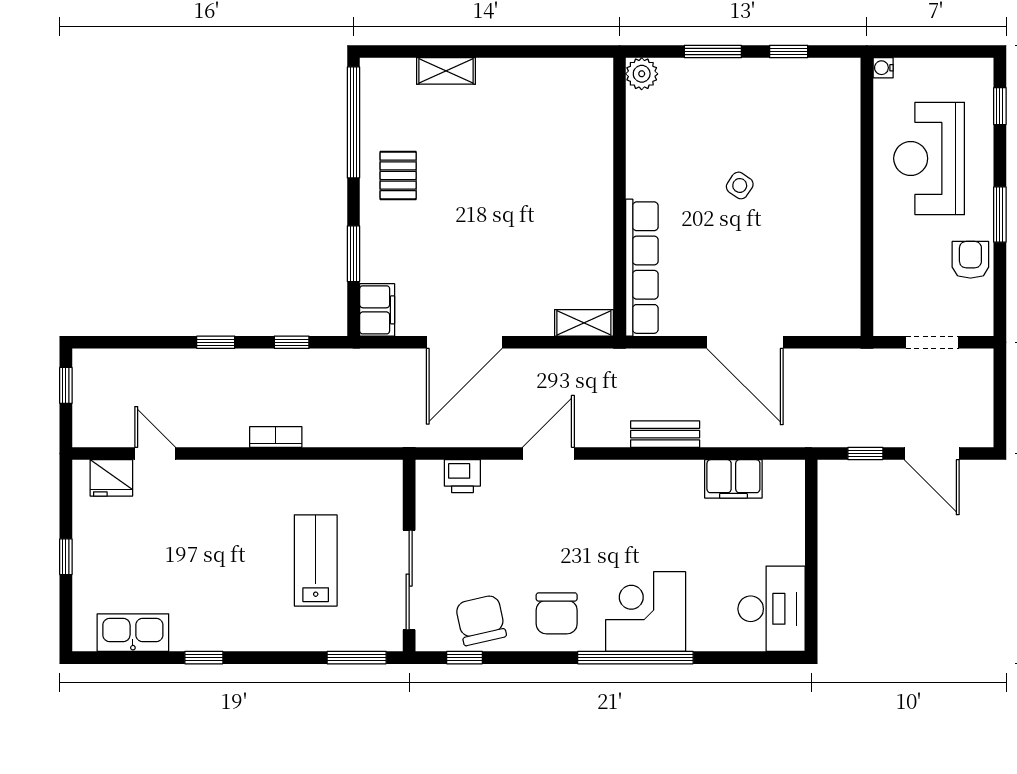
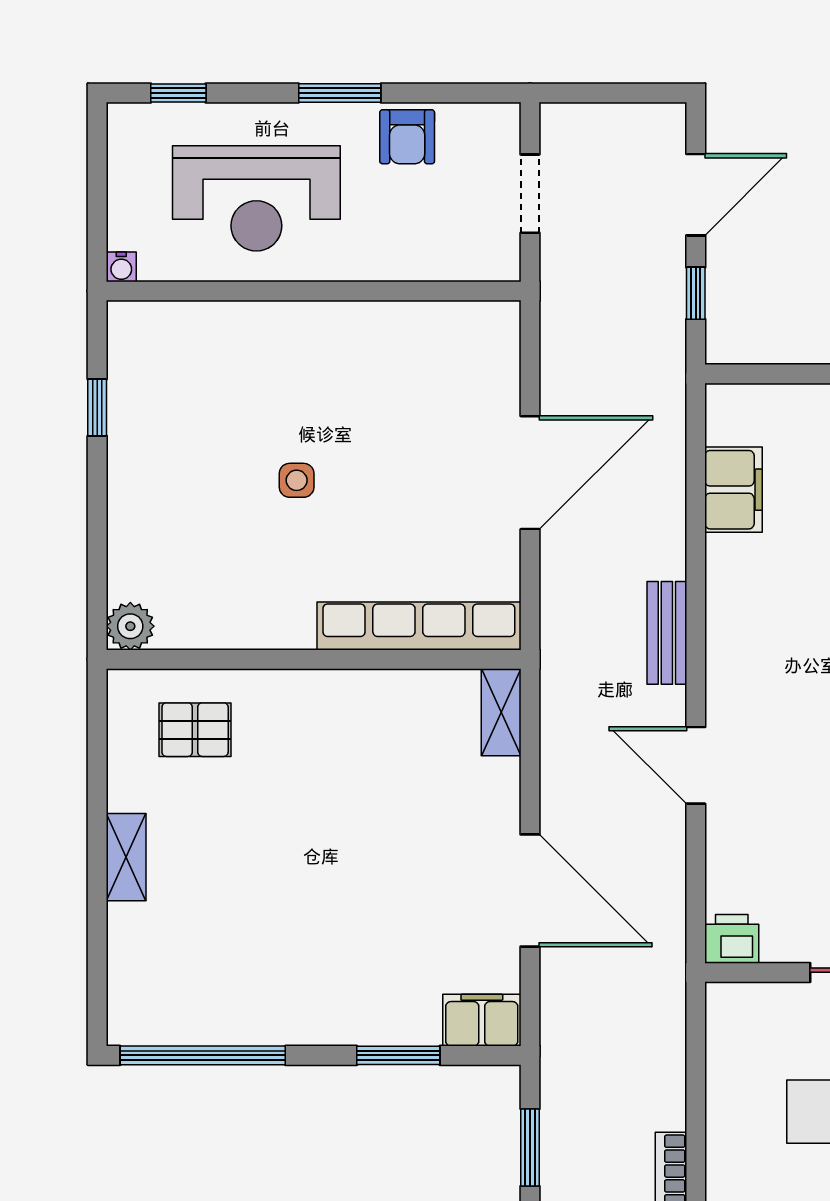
window: (713, 51) -> (97, 520), removed
shelving: (446, 71) -> (126, 857), moved
pallet: (398, 175) -> (195, 730), moved
side table: (740, 185) -> (297, 480), turned -34
armchair: (970, 260) -> (407, 137), turned -90
window: (292, 342) -> (530, 1147), width x1.50
bench: (665, 434) -> (667, 633), moved
printer: (462, 476) -> (732, 939), moved, turned -90

